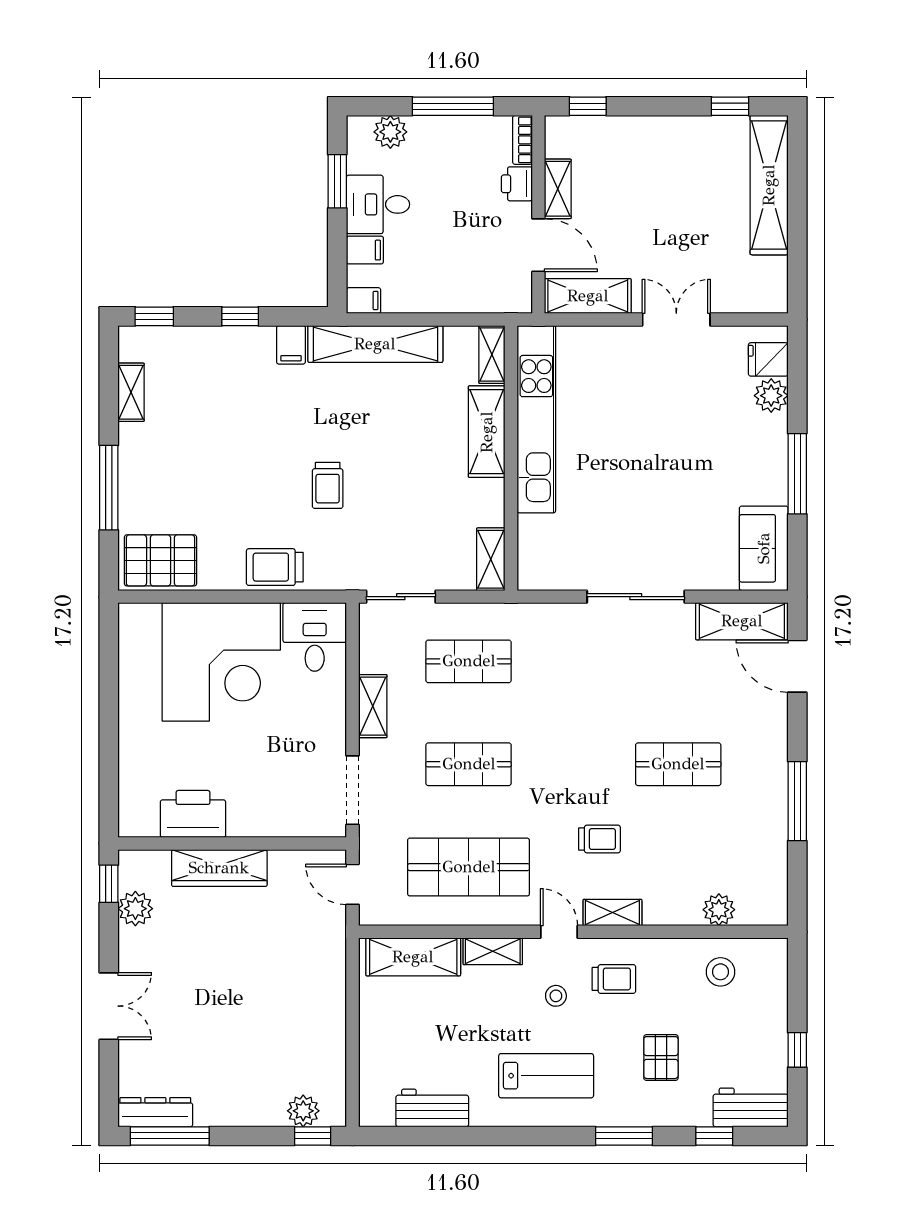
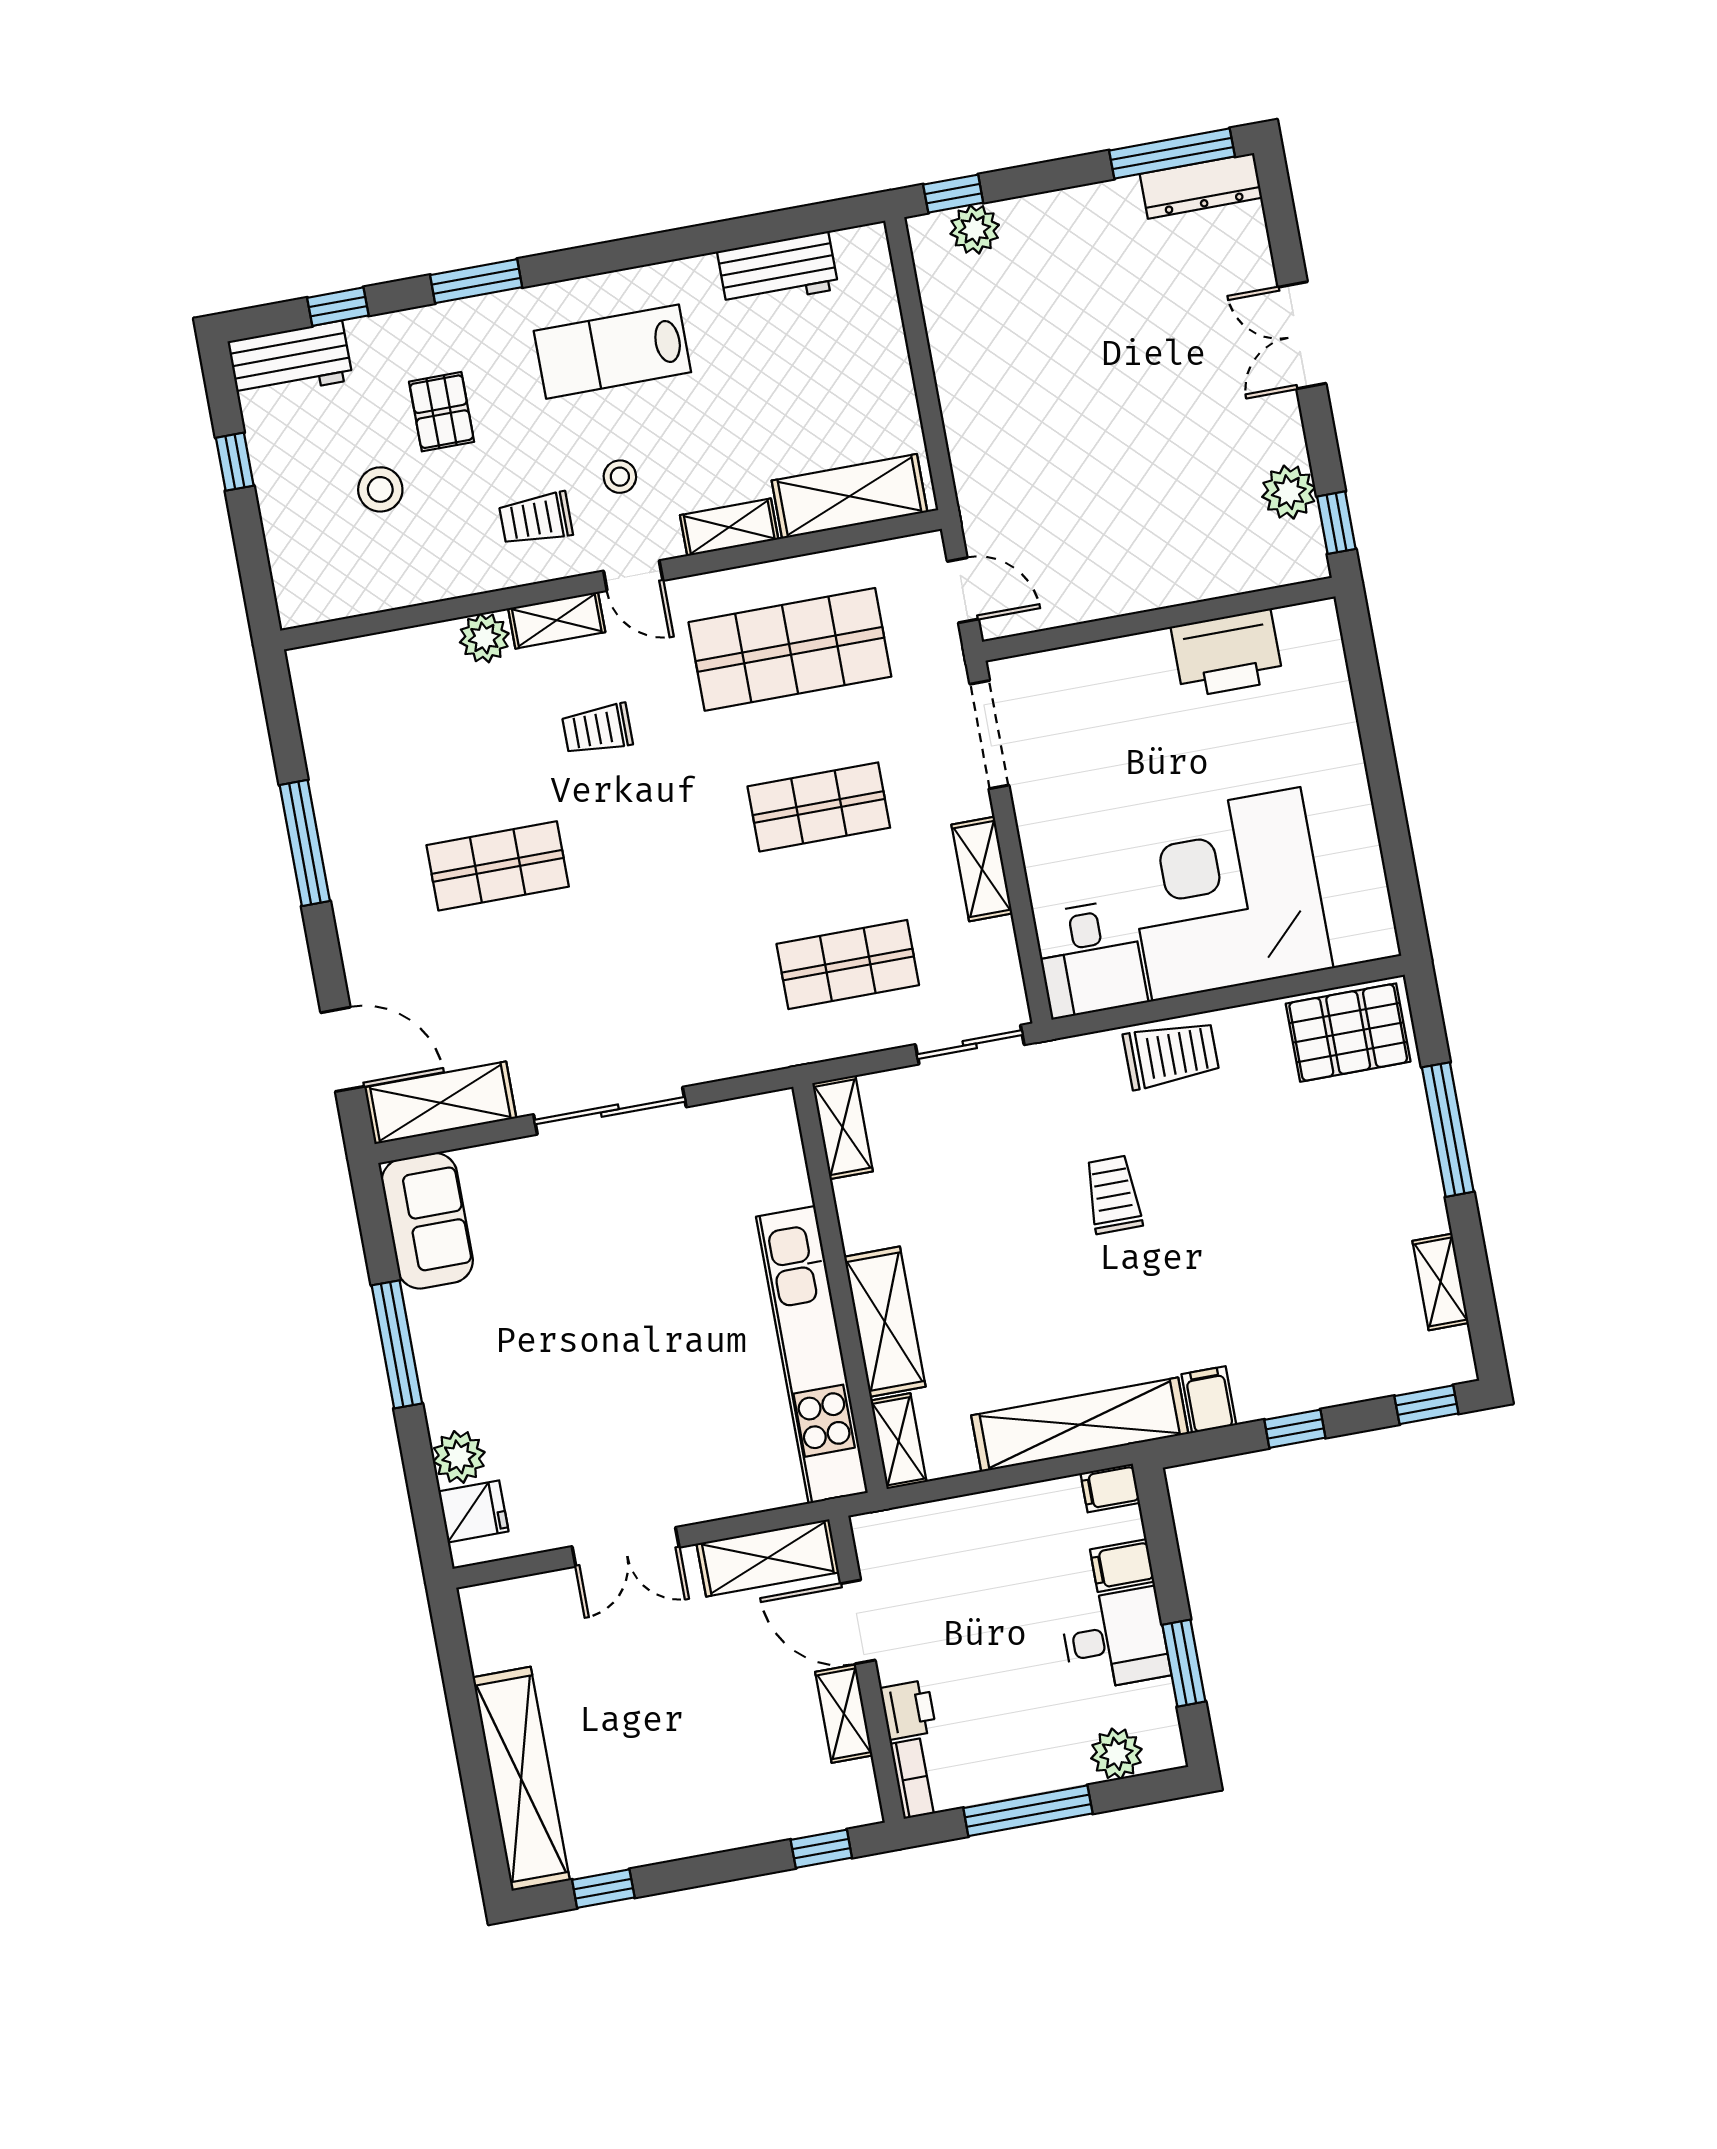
wardrobe: (219, 868) -> (1171, 578), removed
plant: (719, 910) -> (484, 638), moved
stool: (721, 972) -> (380, 489), moved

